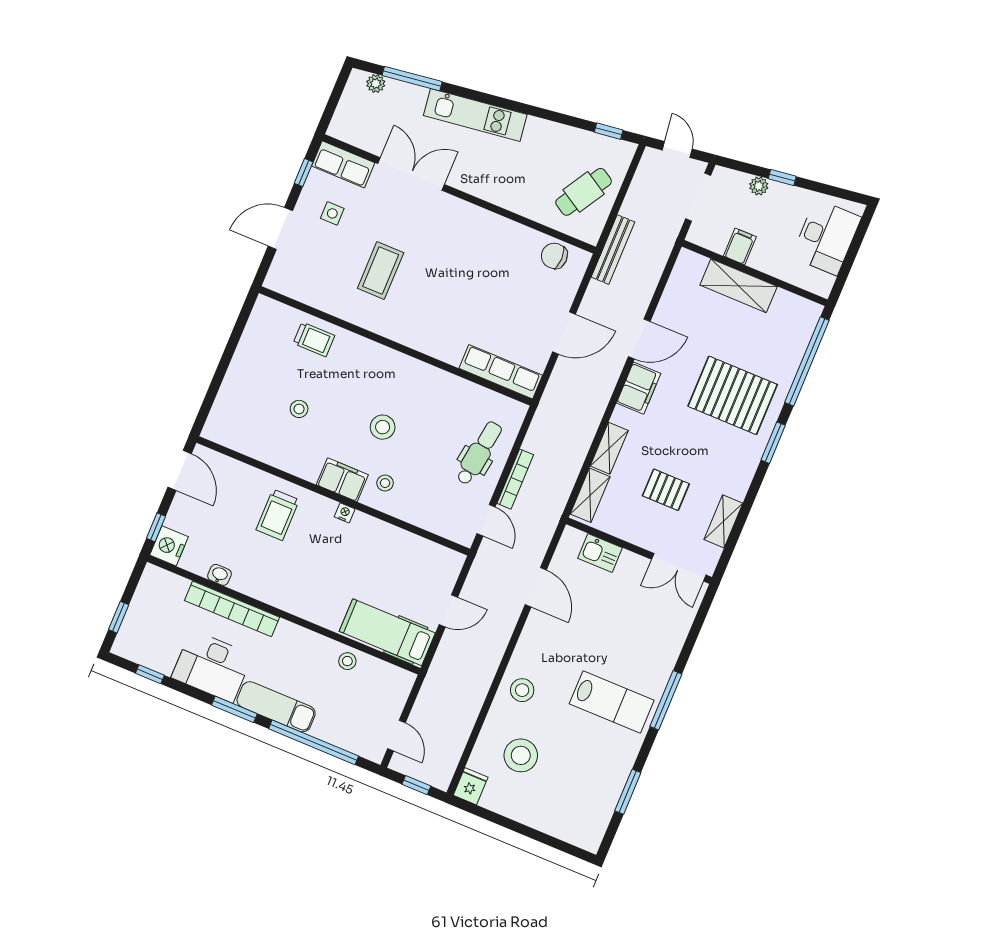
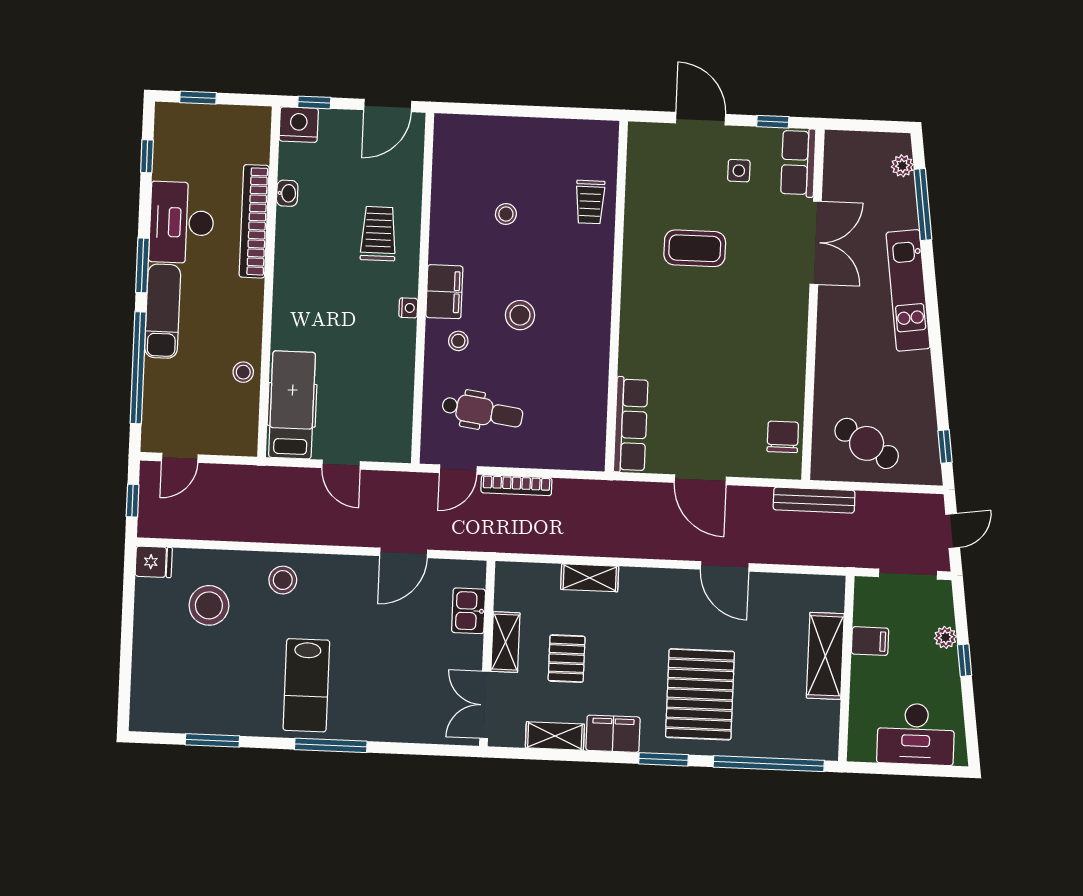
filing cabinet: (639, 388) -> (613, 734), moved, turned 180
dental chair: (479, 453) -> (482, 411), moved
shelving: (590, 495) -> (505, 642), moved, turned 90
trolley: (278, 515) -> (378, 234), turned 90

